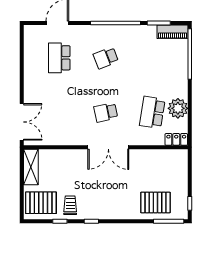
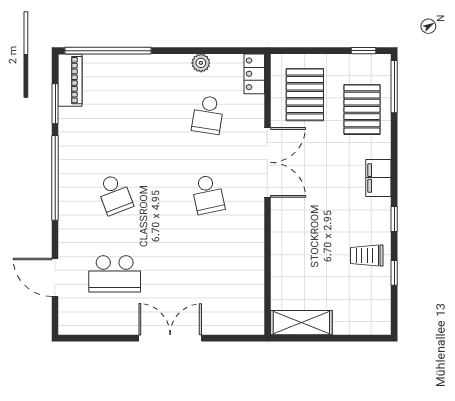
plant: (178, 108) -> (201, 63), width x0.53, depth x0.53
school desk: (152, 112) -> (208, 115), width x0.54
double door: (22, 122) -> (170, 338), moved
double door: (108, 147) -> (267, 162), moved
pallet: (41, 203) -> (305, 95), moved
filing cabinet: (115, 212) -> (378, 178), added

